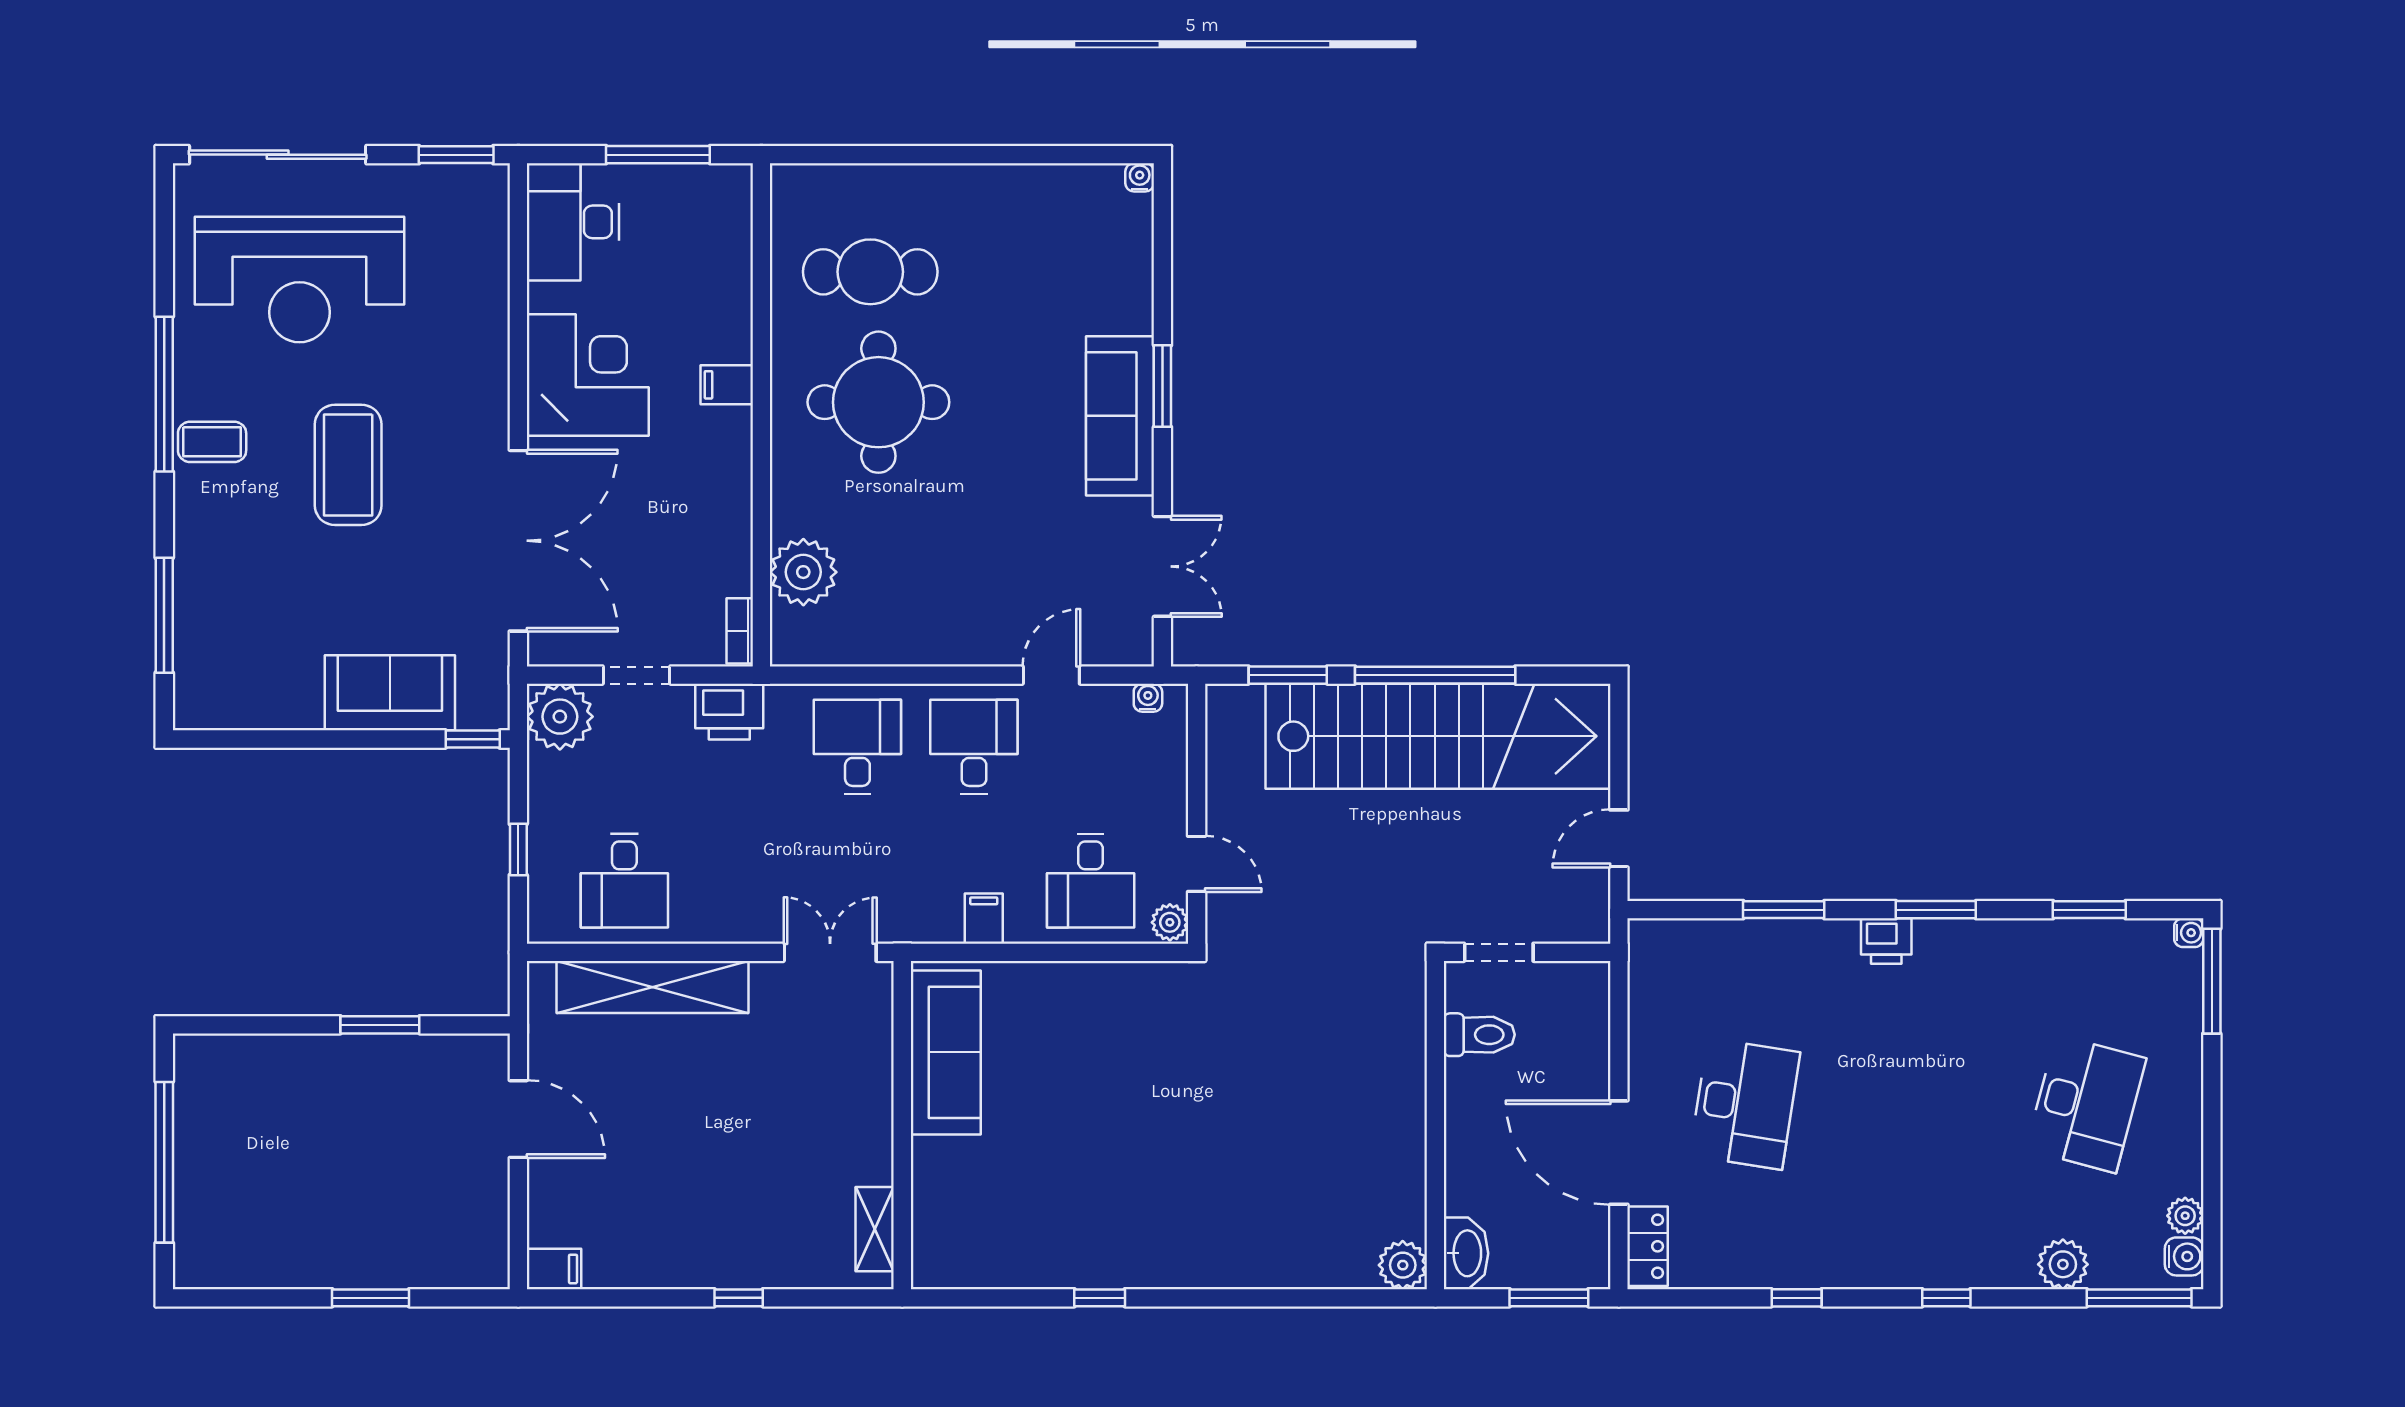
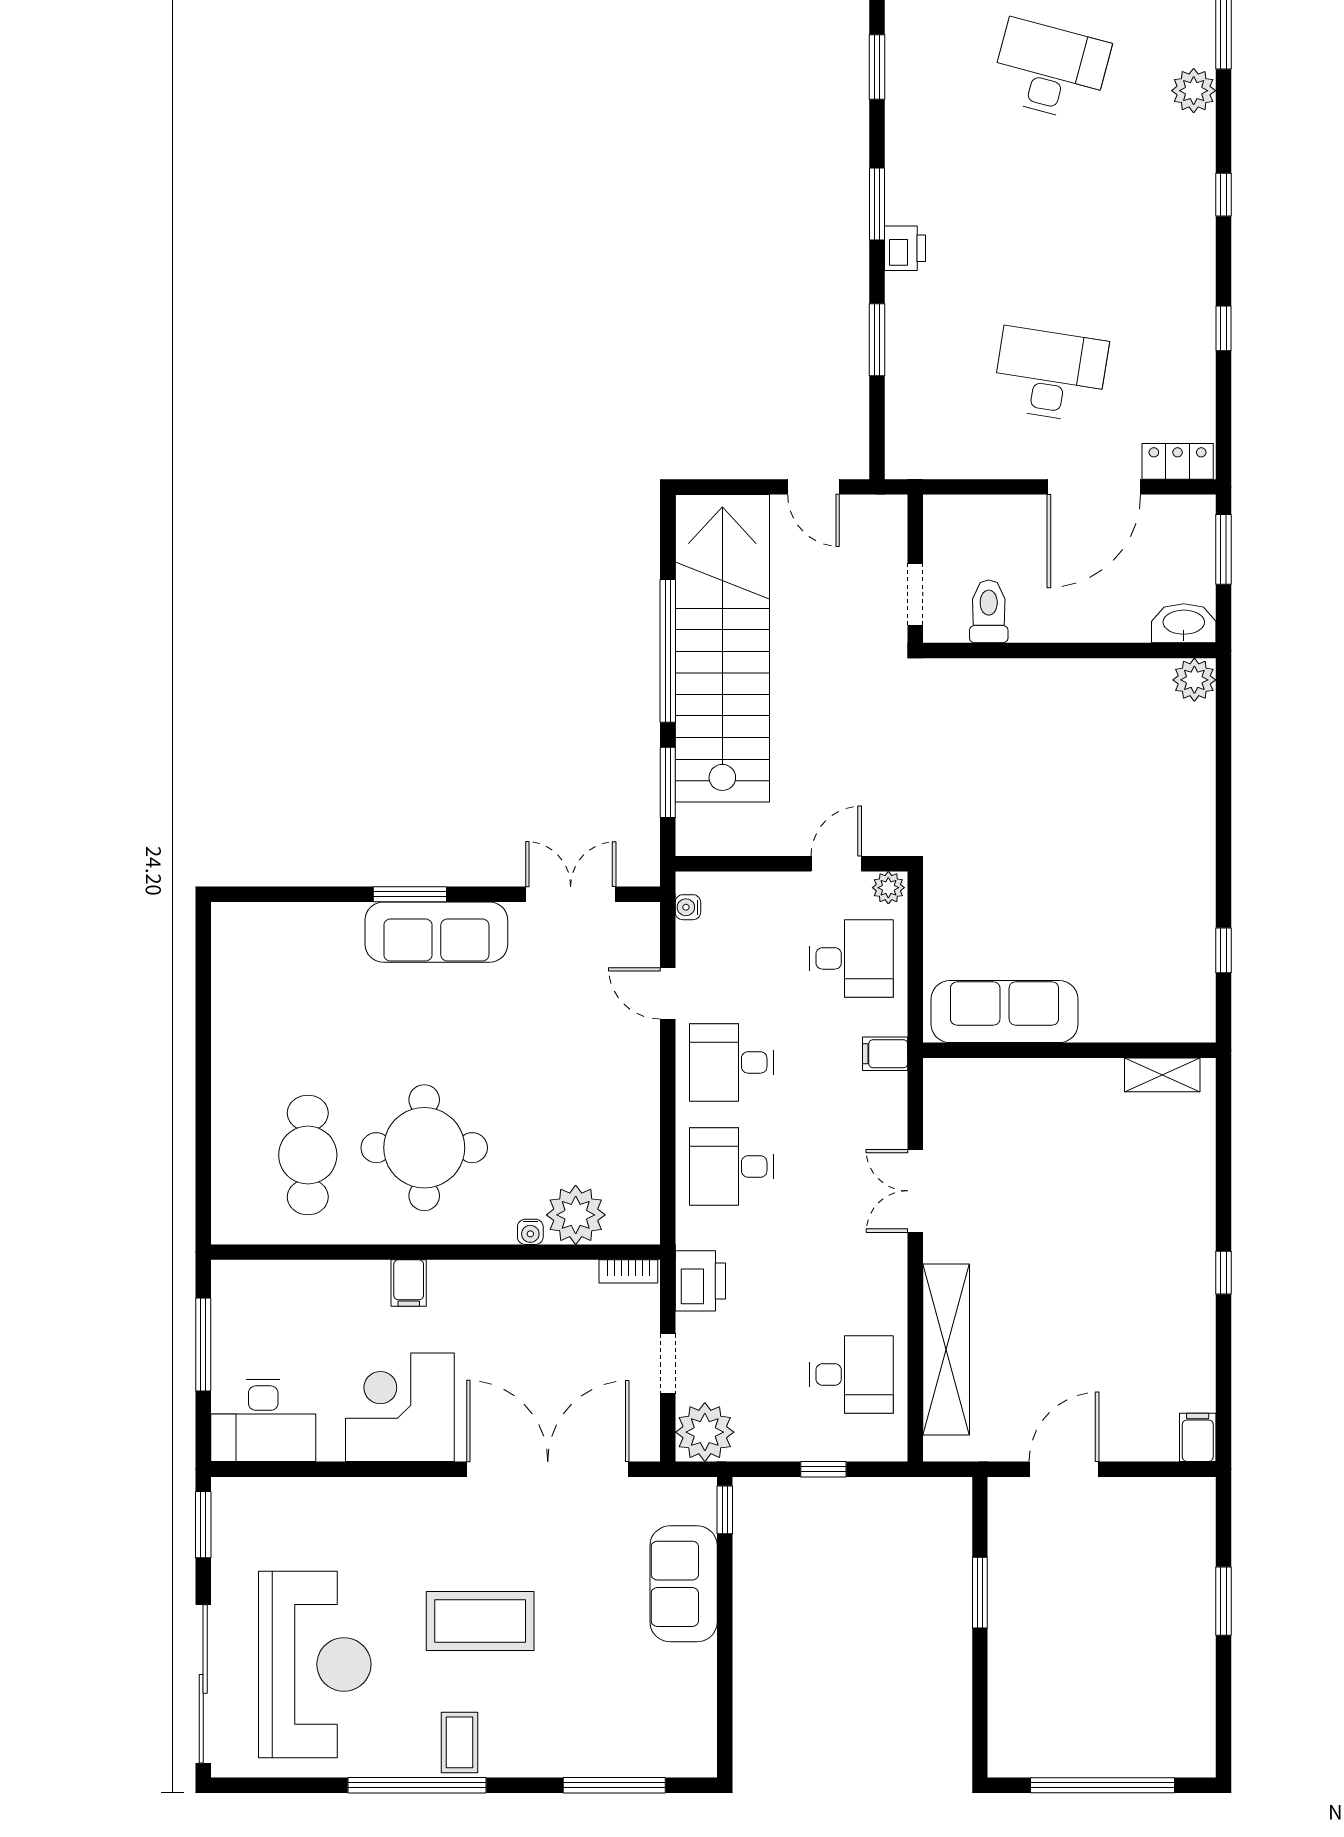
water cooler: (1140, 177) -> (530, 1232), moved, turned -90
sofa: (946, 1052) -> (1005, 1012), moved
wall: (902, 1125) -> (1069, 1050), moved
shelving: (875, 1229) -> (1162, 1075), moved

